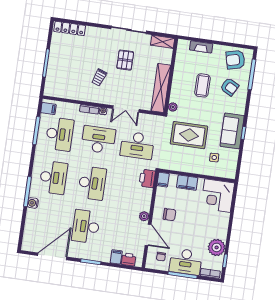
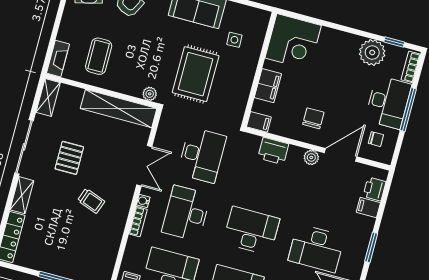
shelving: (97, 32) -> (22, 195), added
fireplace: (201, 47) -> (58, 59), moved
pallet: (125, 60) -> (69, 158), turned 90
coffee table: (202, 85) -> (99, 56), moved, turned 90
printer: (147, 178) -> (273, 151), moved

